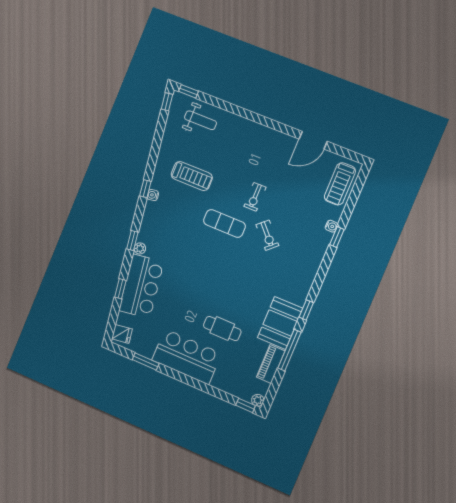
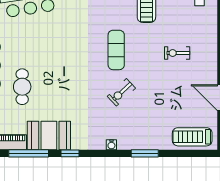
exercise bike: (255, 197) -> (177, 53), moved
water cooler: (331, 226) -> (111, 145), moved
window: (337, 237) -> (145, 153), width x1.50

